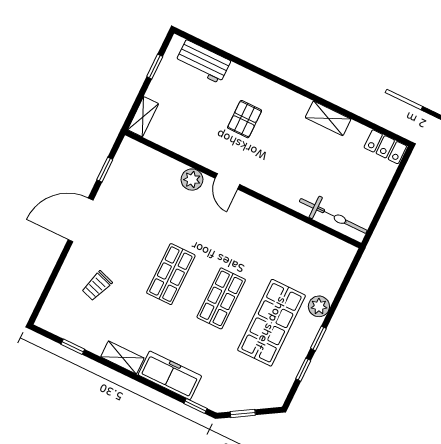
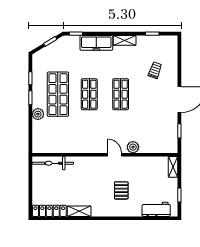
locker: (385, 147) -> (49, 211), width x1.53

